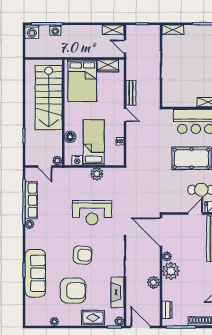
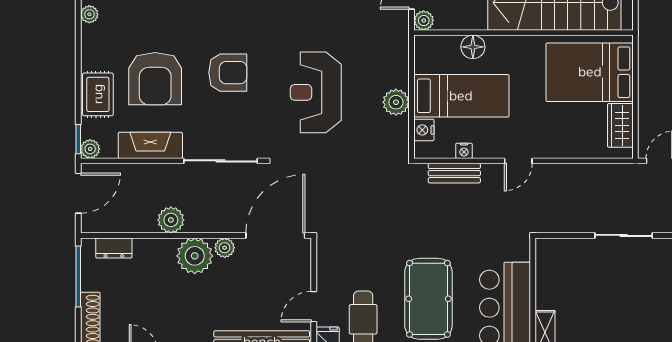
bench: (131, 93) -> (454, 173), moved
nightstand: (77, 160) -> (424, 130), moved
door: (195, 214) -> (314, 307), swing flipped
armchair: (82, 255) -> (228, 73), turned -93
armchair: (73, 291) -> (155, 79), moved

